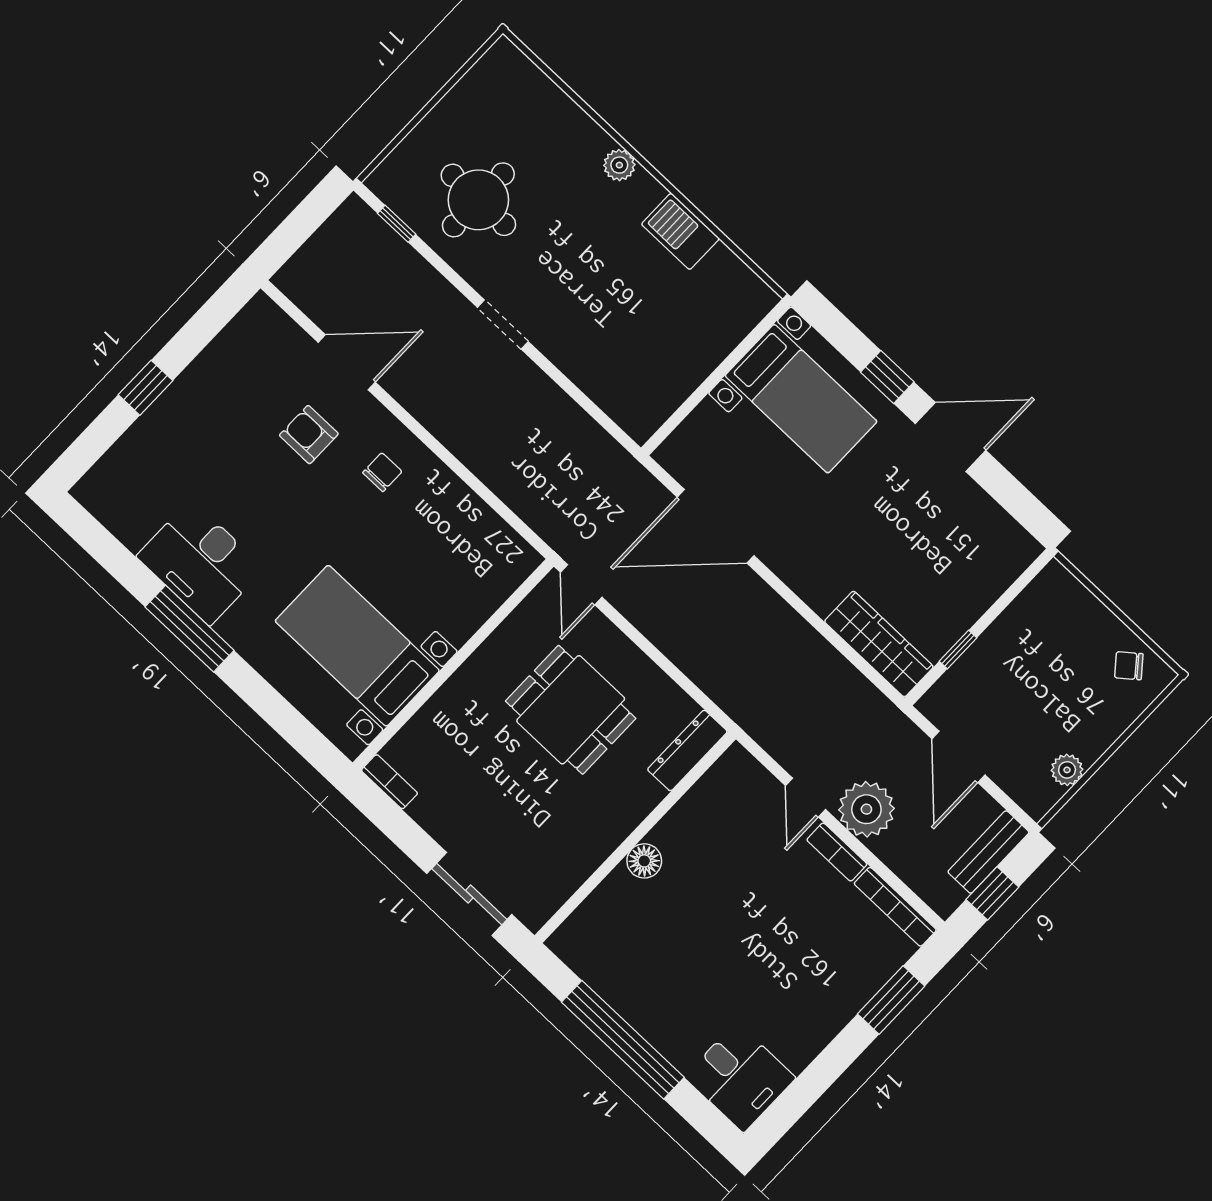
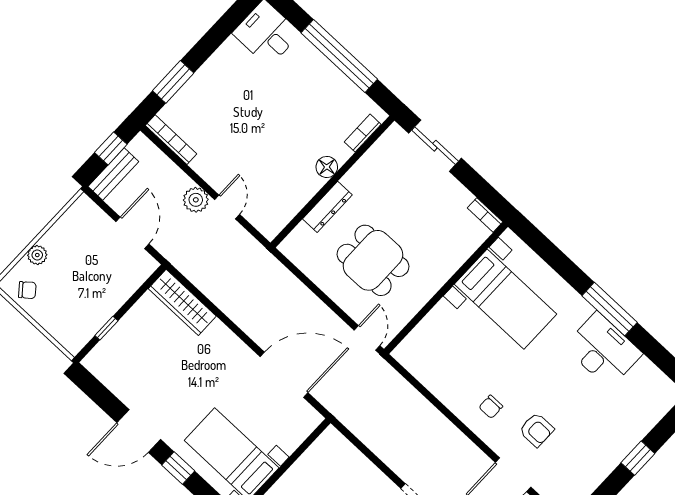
window: (958, 649) -> (106, 328), moved
dresser: (687, 751) -> (327, 207), moved
plant: (1067, 770) -> (37, 255), moved
plant: (866, 809) -> (196, 200), width x0.73, depth x0.73
bookcase: (837, 852) -> (363, 133), moved, turned -90

